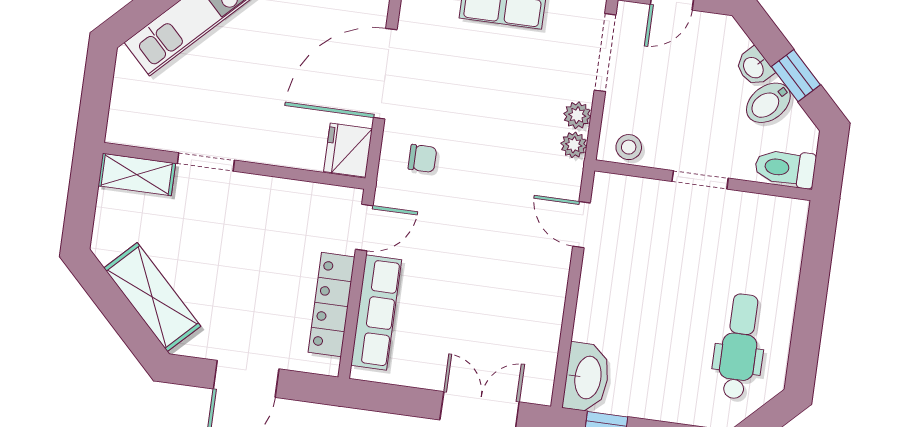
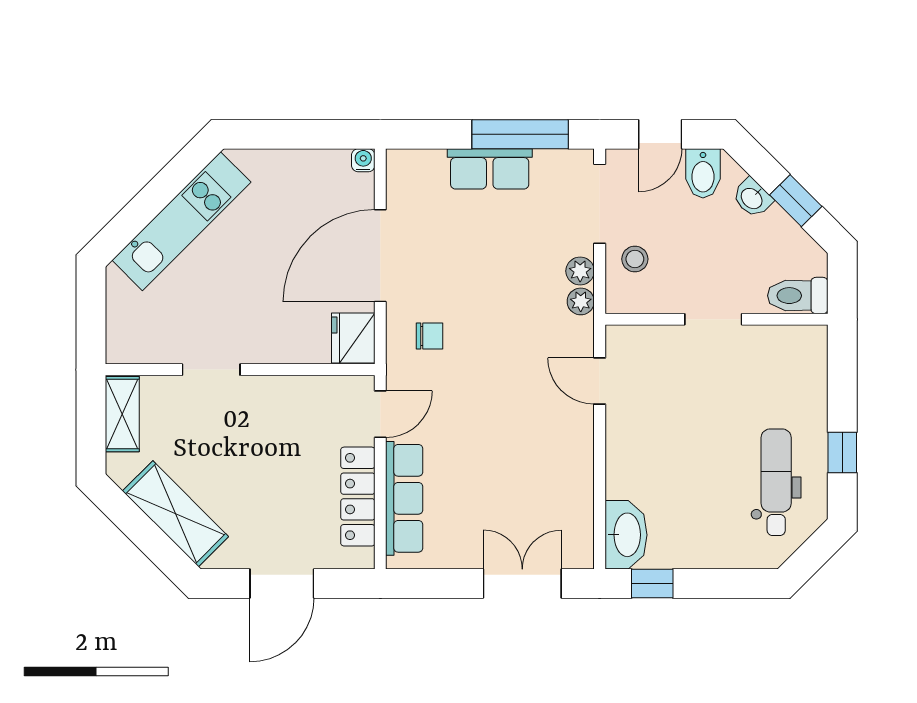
bidet: (768, 103) -> (703, 173), moved, turned -45
stool: (629, 147) -> (635, 259), moved
shelving: (137, 174) -> (122, 414), moved, turned 90
window: (808, 326) -> (842, 452), added

